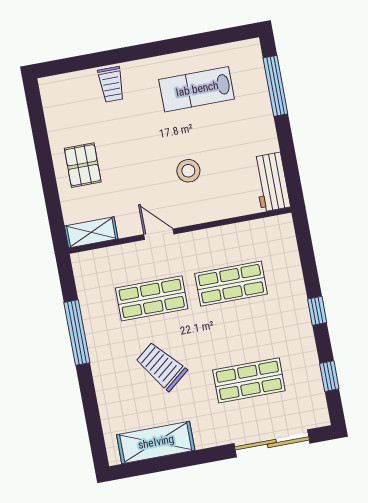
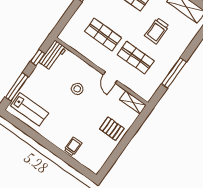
lab bench: (197, 89) -> (30, 109), moved
window: (289, 157) -> (38, 58), added
pallet: (83, 165) -> (112, 129), turned 90
trolley: (161, 366) -> (157, 31), turned 39

